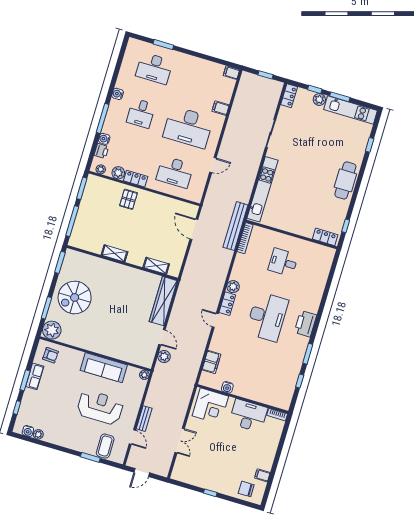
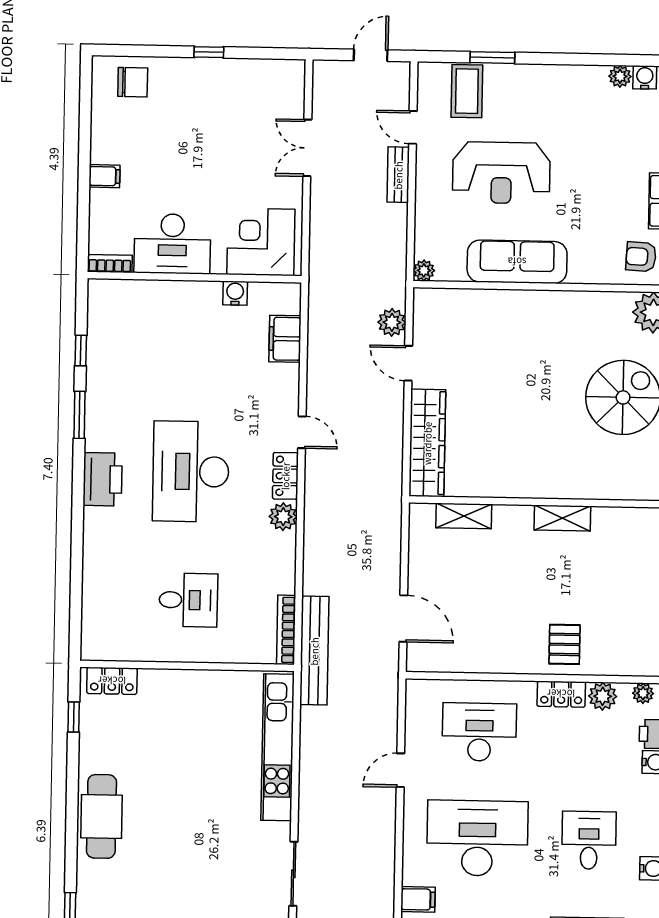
filing cabinet: (262, 475) -> (104, 176), moved

